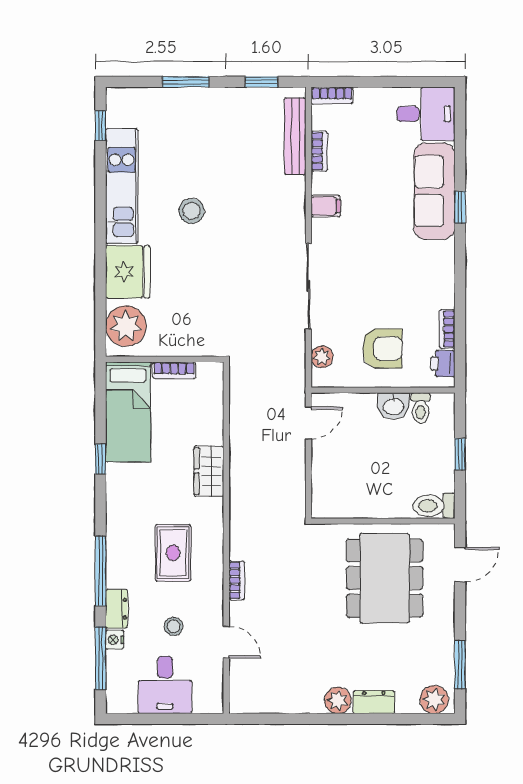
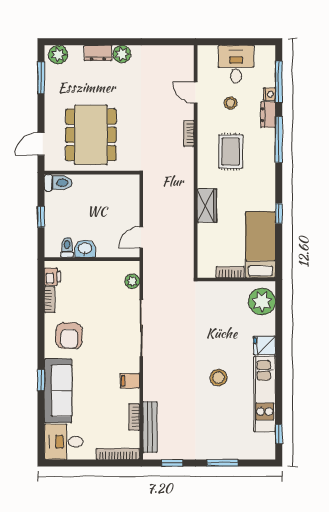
bookcase: (332, 95) -> (118, 454), width x1.56
fridge: (128, 272) -> (264, 345), width x0.53, depth x0.75
armchair: (382, 349) -> (69, 336), moved, turned -90

